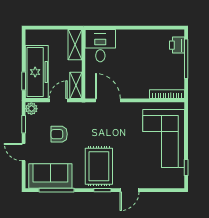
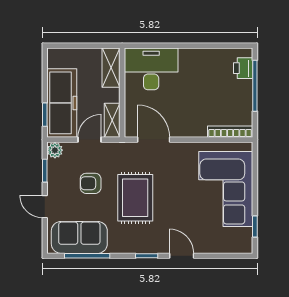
desk: (100, 46) -> (151, 69), width x1.37
rug: (99, 166) -> (135, 198), moved
door: (130, 190) -> (182, 256), swing flipped

